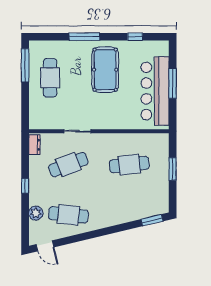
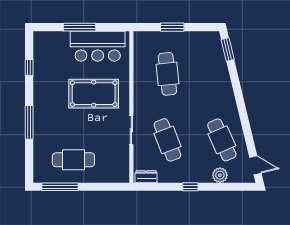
pool table: (105, 70) -> (94, 94), moved
bar counter: (155, 91) -> (98, 46), width x0.73
cafe table: (68, 215) -> (222, 140), turned -30
door: (45, 246) -> (255, 165), hinge flipped

